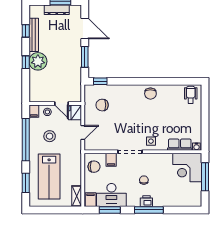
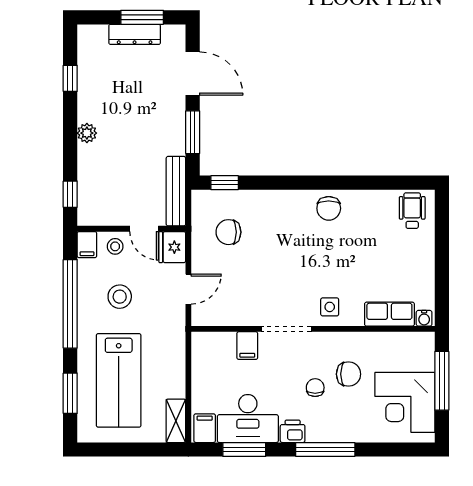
bench: (34, 35) -> (176, 191), moved
plant: (38, 61) -> (87, 133), width x0.53, depth x0.53
window: (26, 62) -> (70, 194), moved
chair: (94, 167) -> (348, 374), moved
corner desk: (187, 168) -> (405, 402), moved
printer: (146, 201) -> (293, 431), moved

